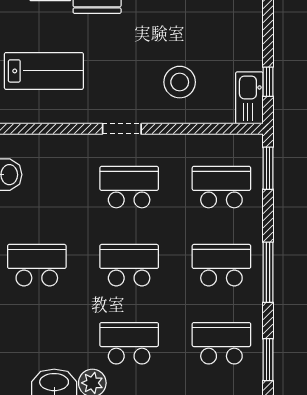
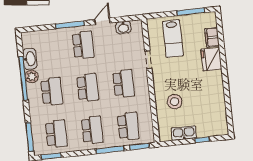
window: (268, 82) -> (202, 140), moved
kitchen sink: (249, 98) -> (184, 133), moved
doorway: (122, 129) -> (148, 60), moved
window: (268, 272) -> (110, 150), moved

